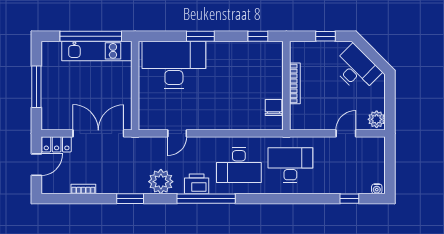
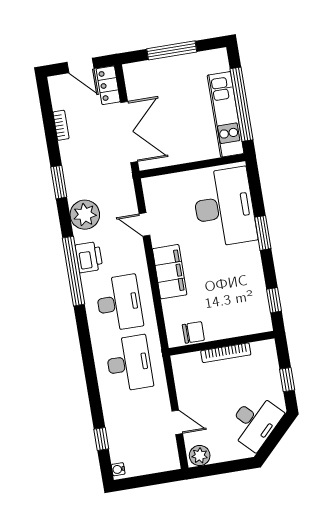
filing cabinet: (220, 119) -> (170, 272), added
desk: (239, 165) -> (119, 303), turned 180

